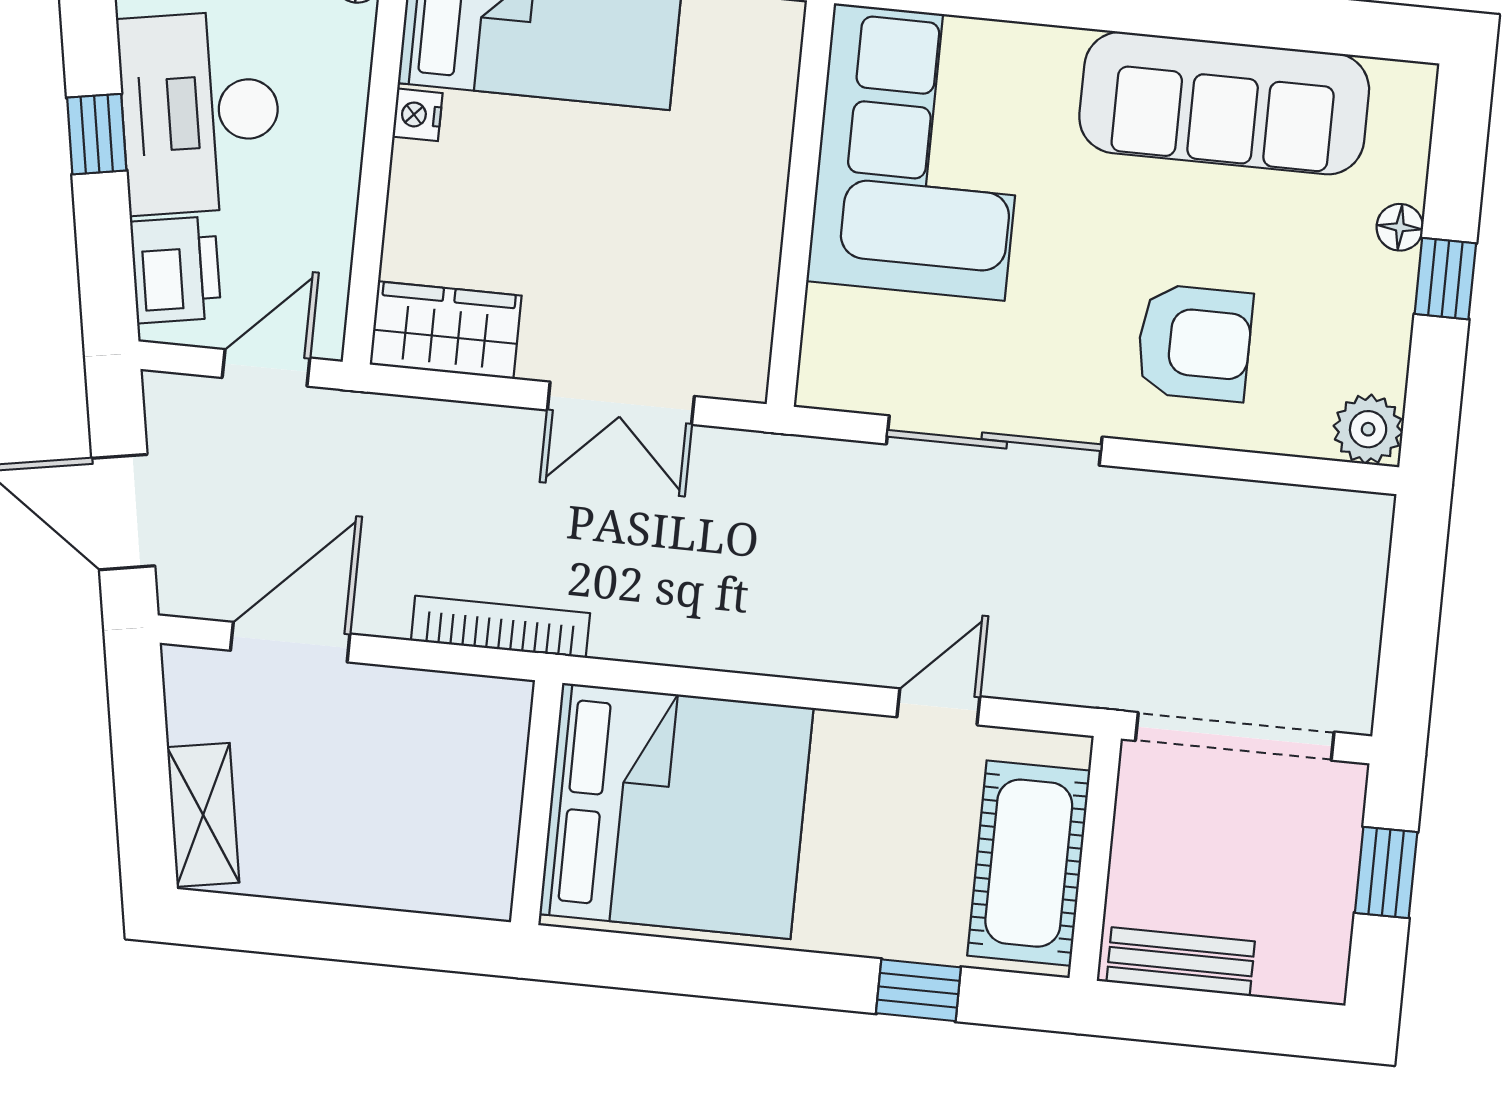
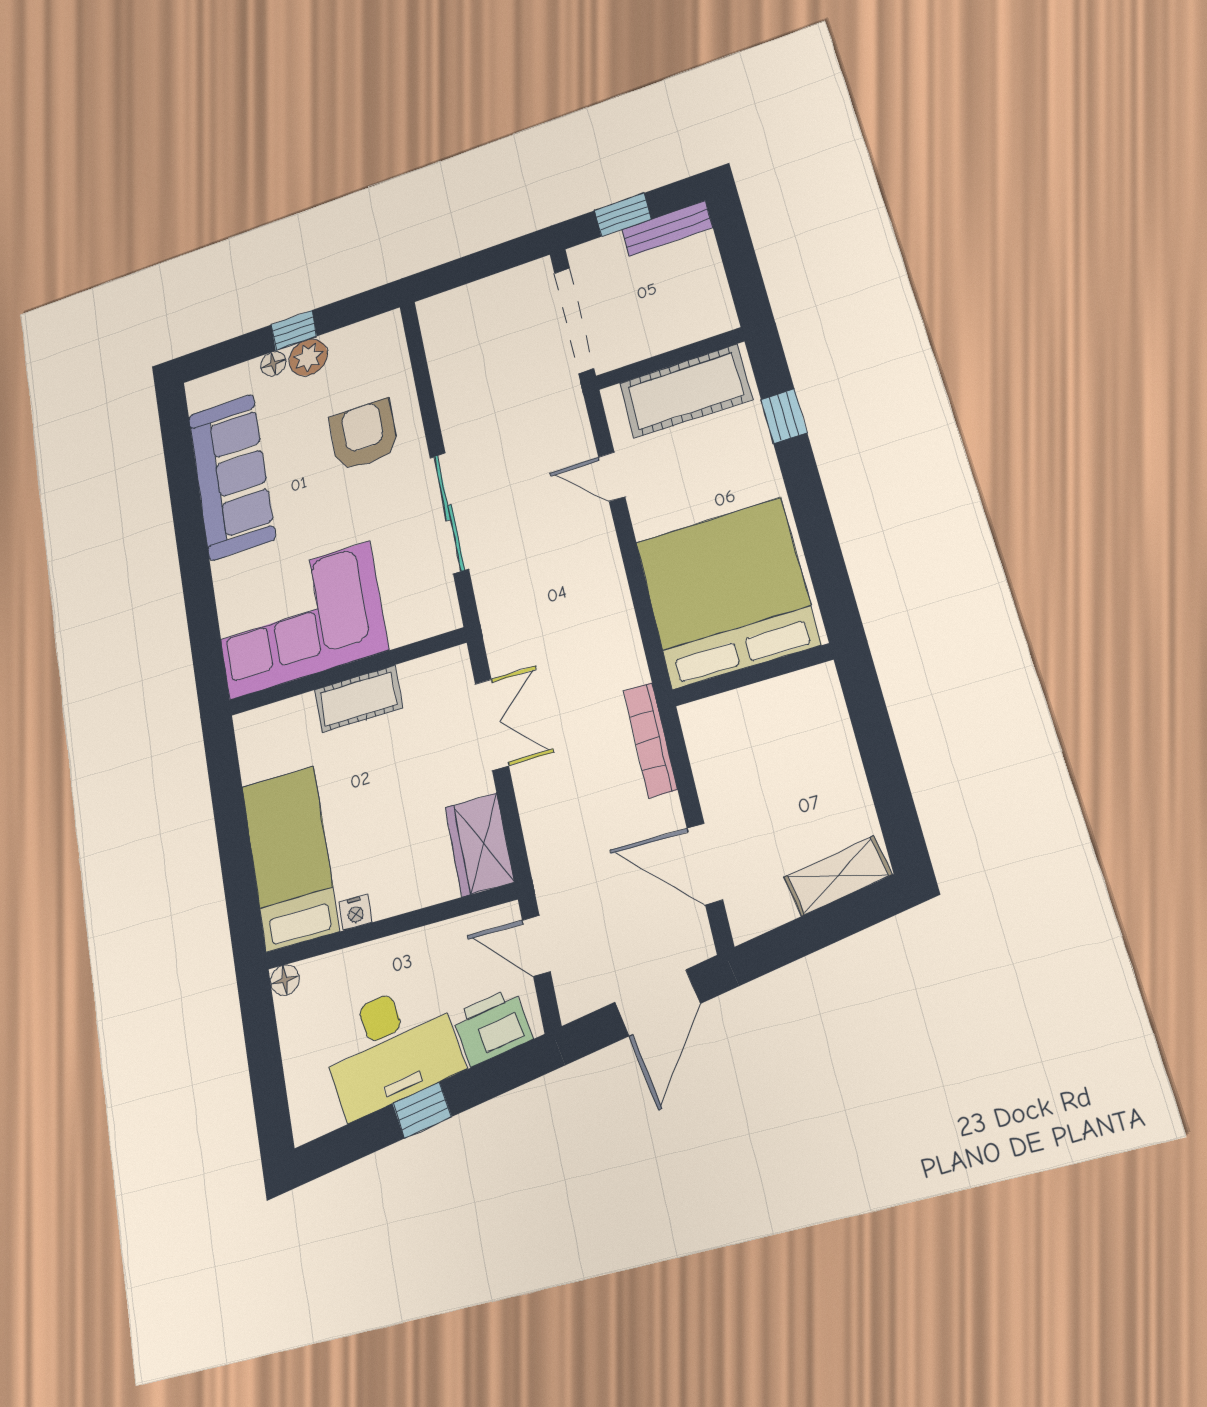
cot: (748, 210) -> (358, 699), added
plant: (1368, 429) -> (308, 357), moved
bench: (1181, 962) -> (667, 229), moved, turned 90

